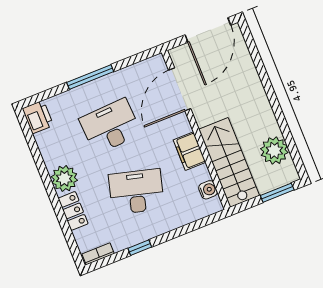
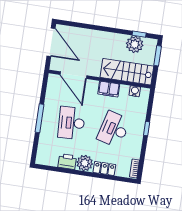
printer: (38, 117) -> (67, 162), moved
window: (293, 148) -> (139, 34), added
window: (140, 248) -> (147, 129), moved

